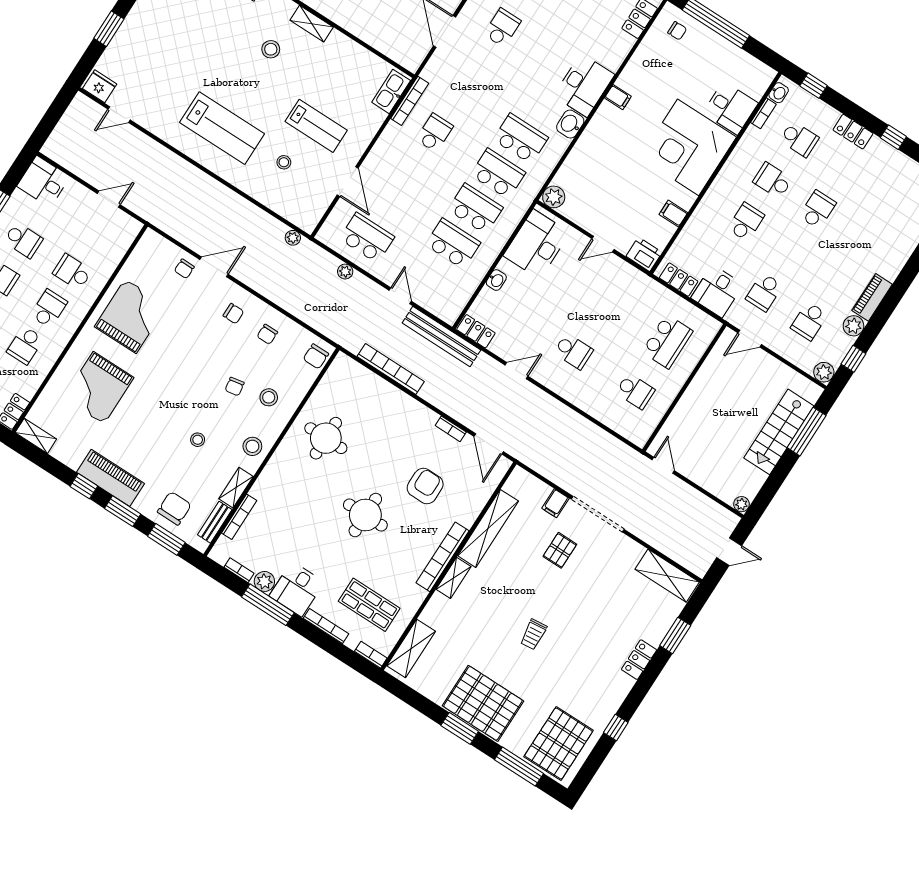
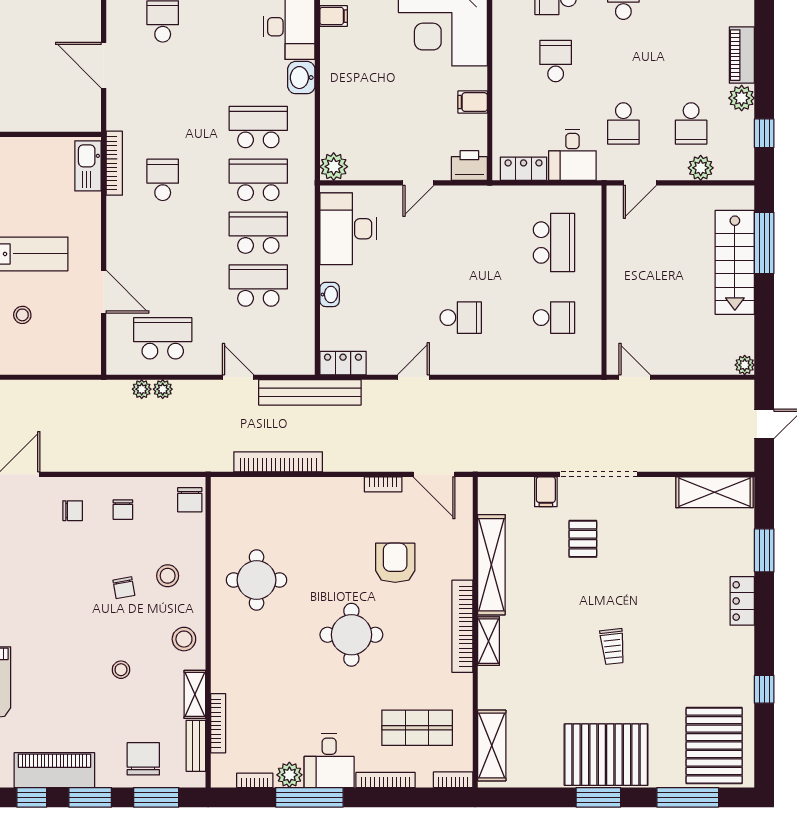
plant: (293, 238) -> (142, 389), moved
plant: (824, 372) -> (701, 168), moved

